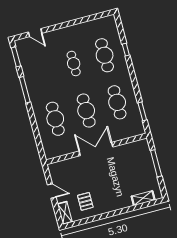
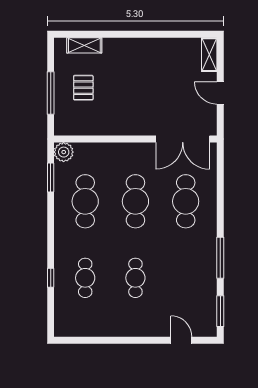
cafe table: (105, 55) -> (85, 278), width x0.73, depth x0.74
plant: (138, 129) -> (64, 152), added
double door: (96, 149) -> (183, 139), moved
pallet: (85, 201) -> (83, 88), moved

